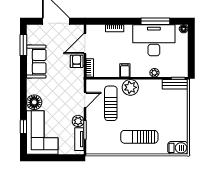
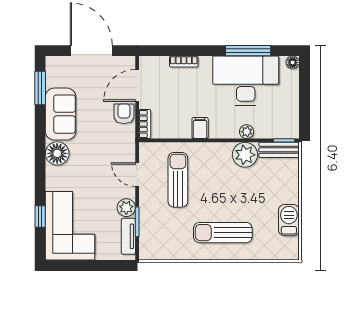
plant: (130, 87) -> (245, 155), moved
door: (85, 100) -> (137, 175), swing flipped
floor lamp: (34, 102) -> (57, 153), moved
barbecue: (178, 148) -> (289, 220), moved, turned -90

